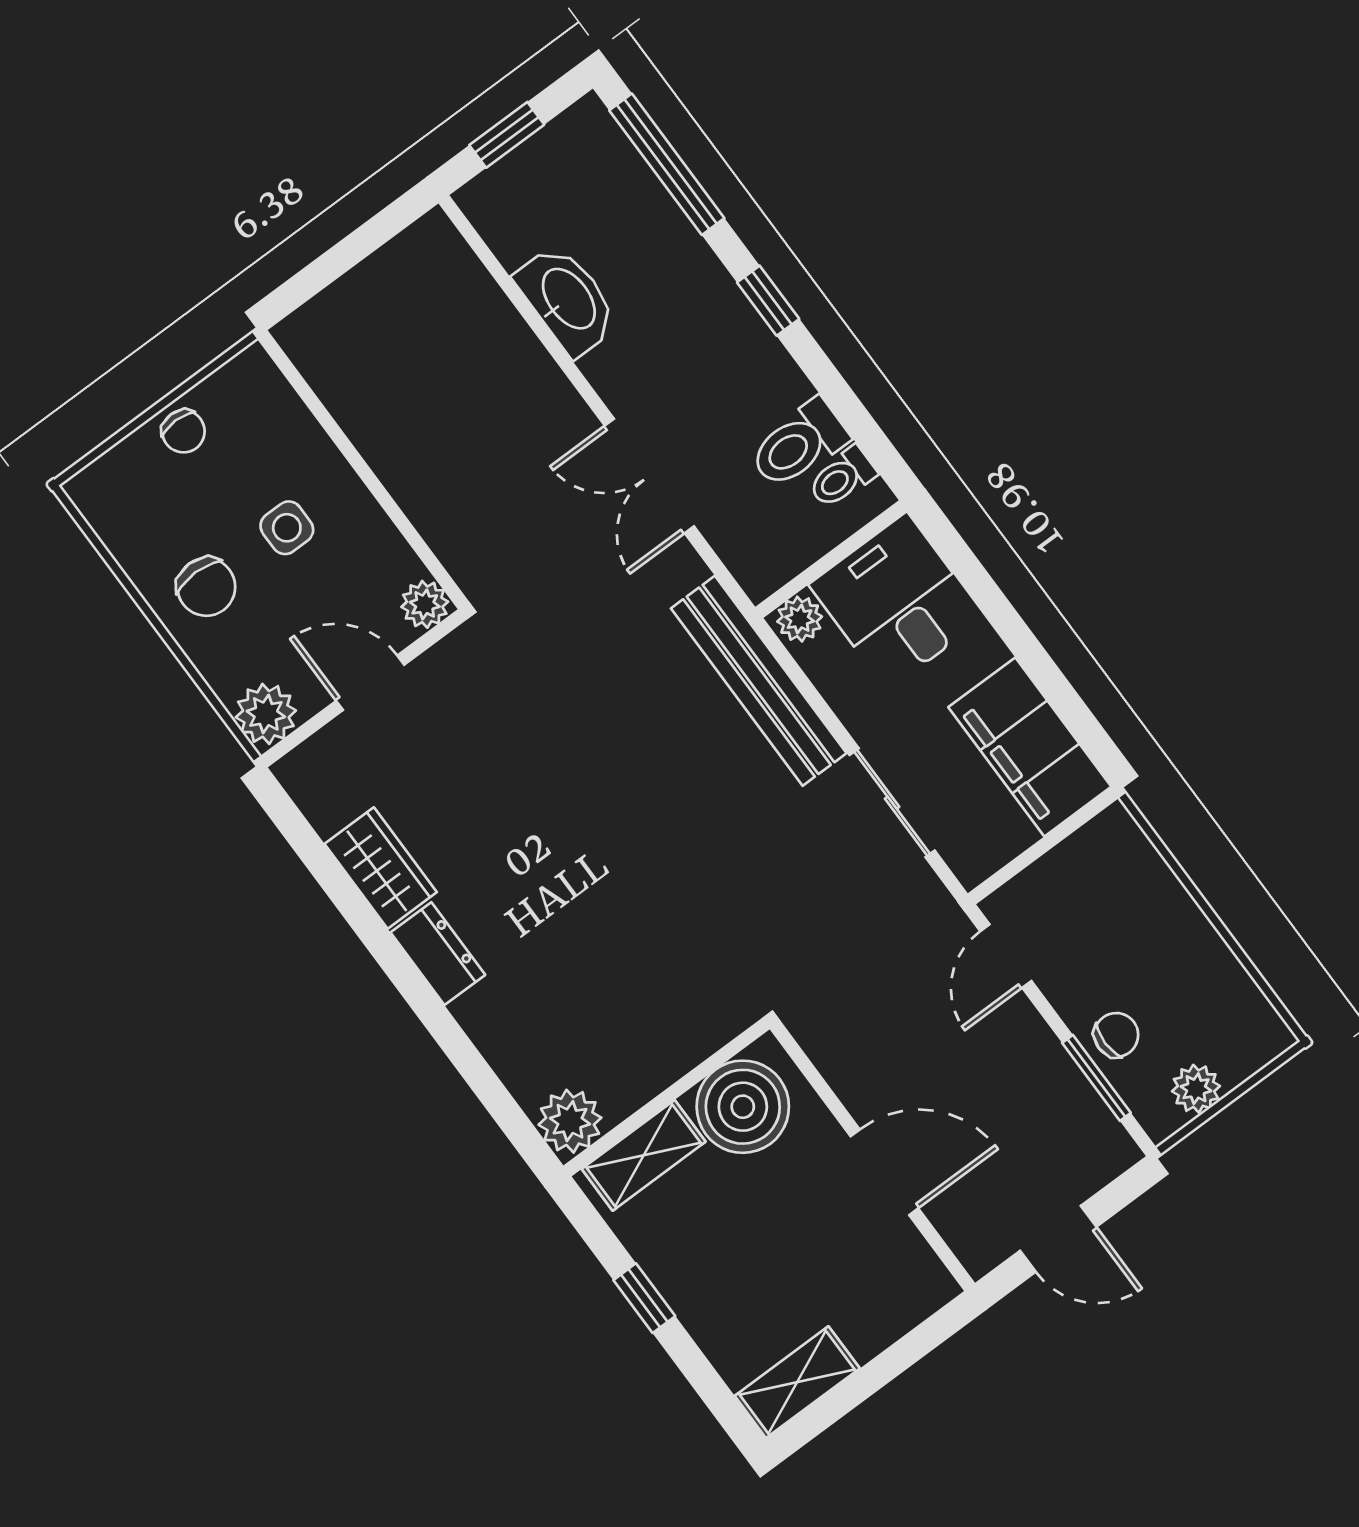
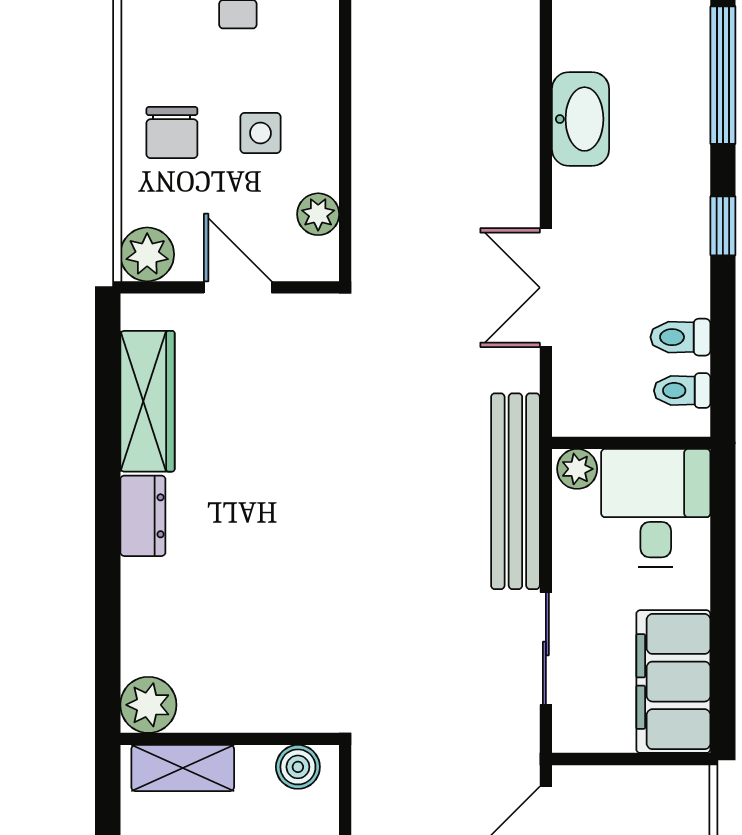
toilet: (799, 444) -> (680, 337), width x0.73, depth x0.72
plant: (425, 604) -> (318, 214), moved
wardrobe: (381, 868) -> (147, 401), width x1.50
boiler: (743, 1107) -> (298, 767), width x0.54, depth x0.54

